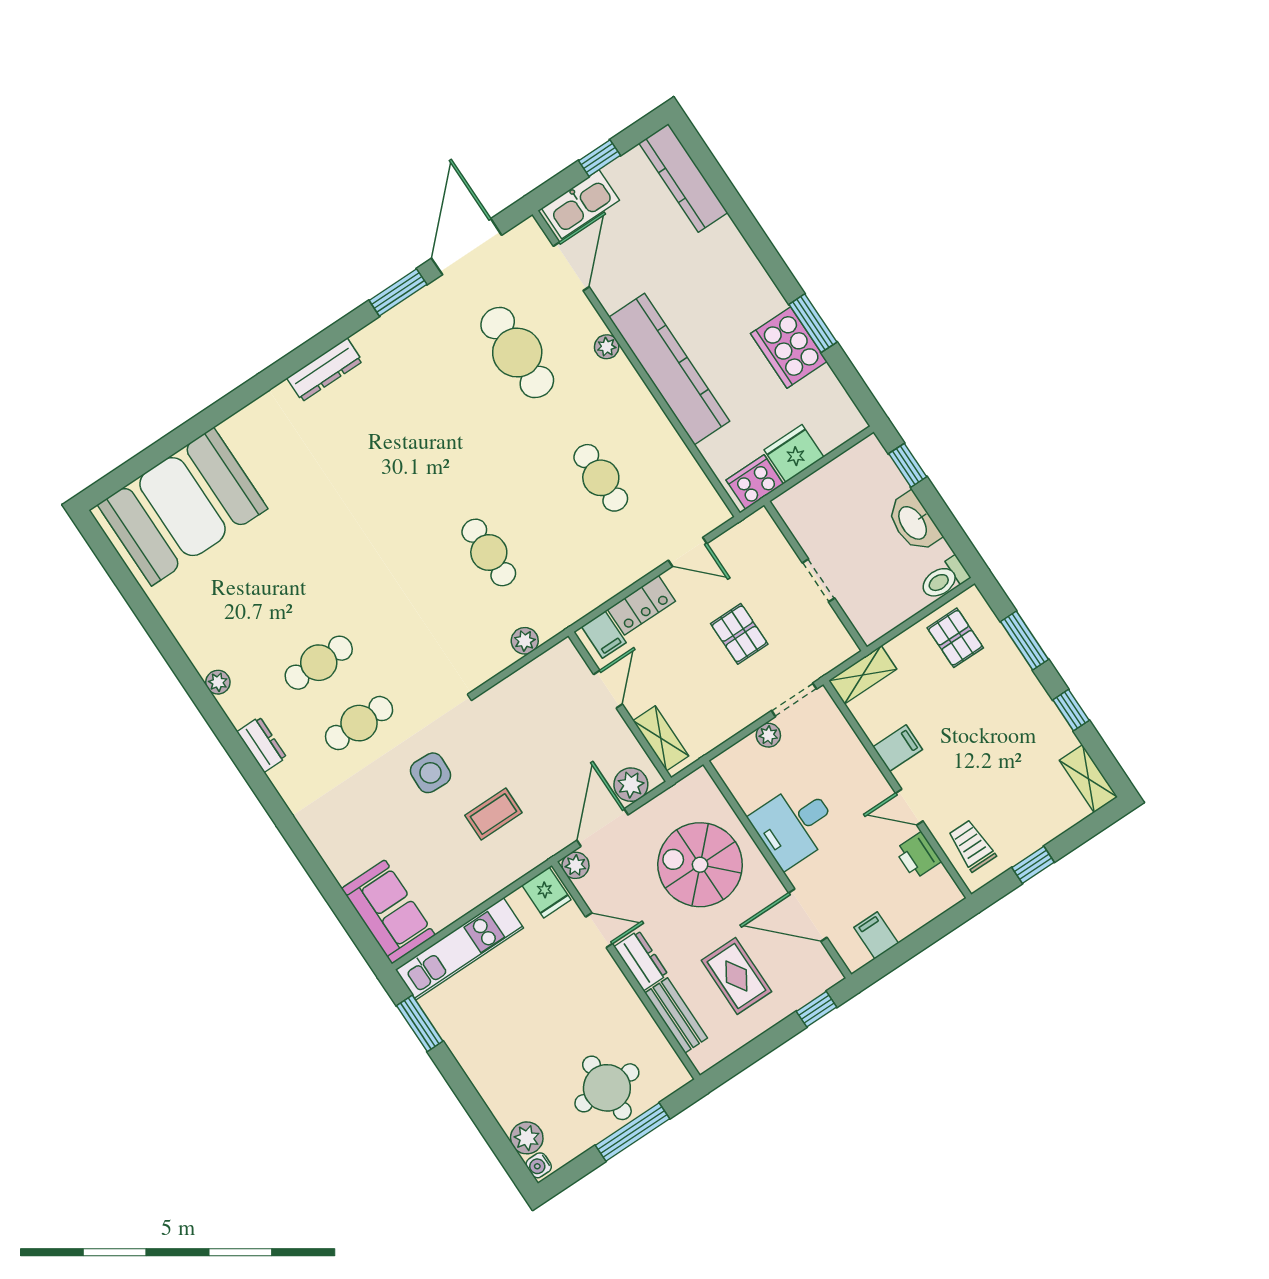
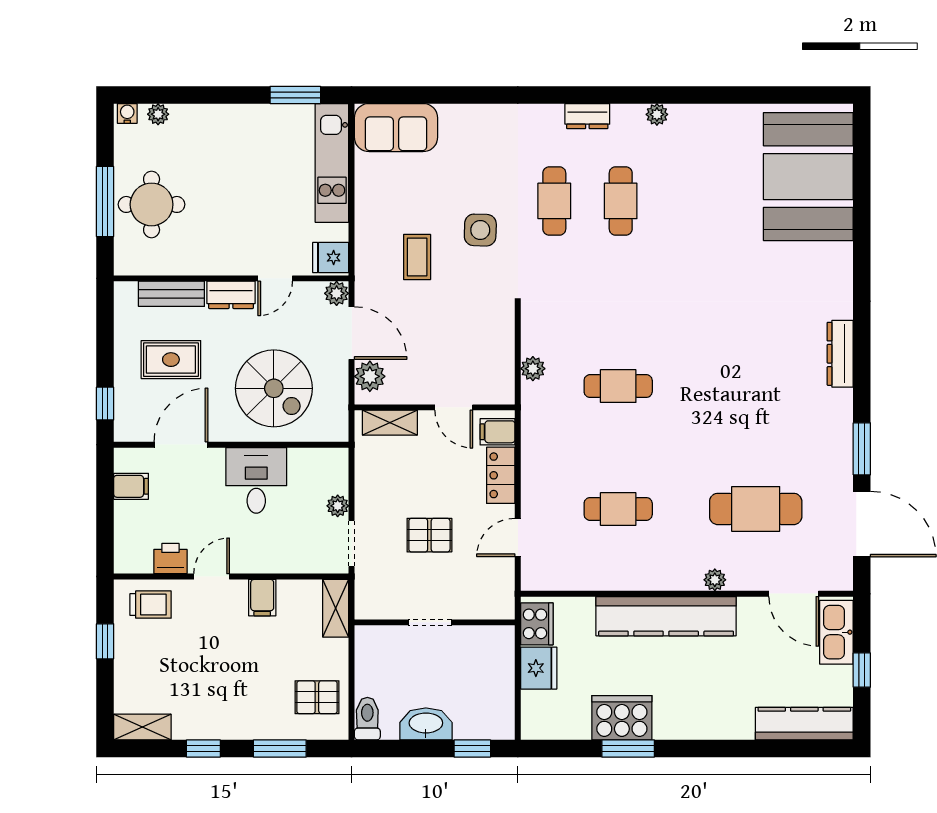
spiral stairs: (700, 865) -> (274, 388), turned 90
plant: (527, 1138) -> (158, 114), width x0.73, depth x0.73

